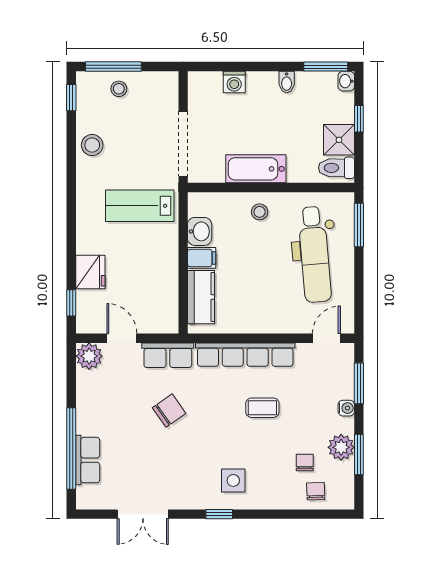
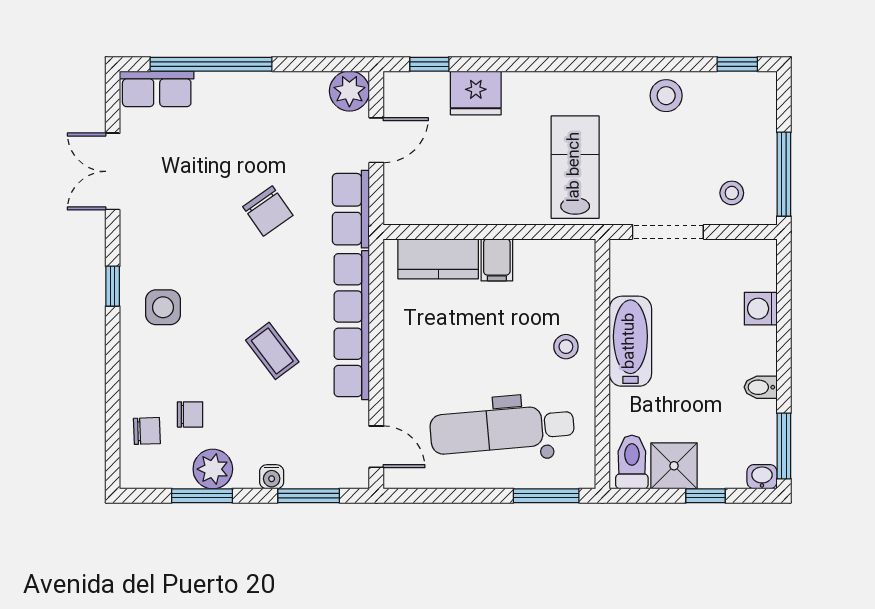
window: (113, 67) -> (784, 174), moved
stool: (119, 89) -> (732, 193), moved
doorway: (183, 144) -> (668, 232), width x0.73
washbasin: (200, 231) -> (537, 257), removed
coffee table: (262, 408) -> (272, 351), turned -37
row of seats: (88, 460) -> (157, 89), moved

